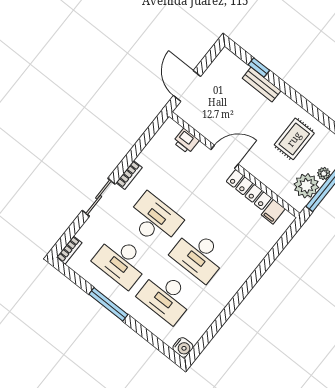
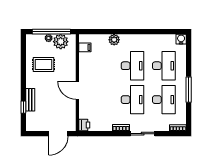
printer: (186, 141) -> (84, 125), moved
locker: (249, 190) -> (84, 67), removed
desk: (154, 220) -> (133, 100), turned 180
plant: (253, 258) -> (114, 40), added

